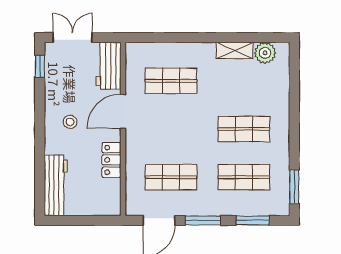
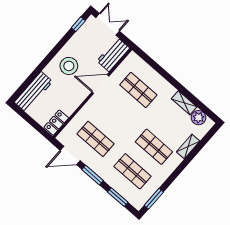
shelving: (282, 95) -> (188, 146), added
stool: (70, 122) -> (69, 66), width x1.89, depth x1.89
locker: (111, 160) -> (56, 123), moved

